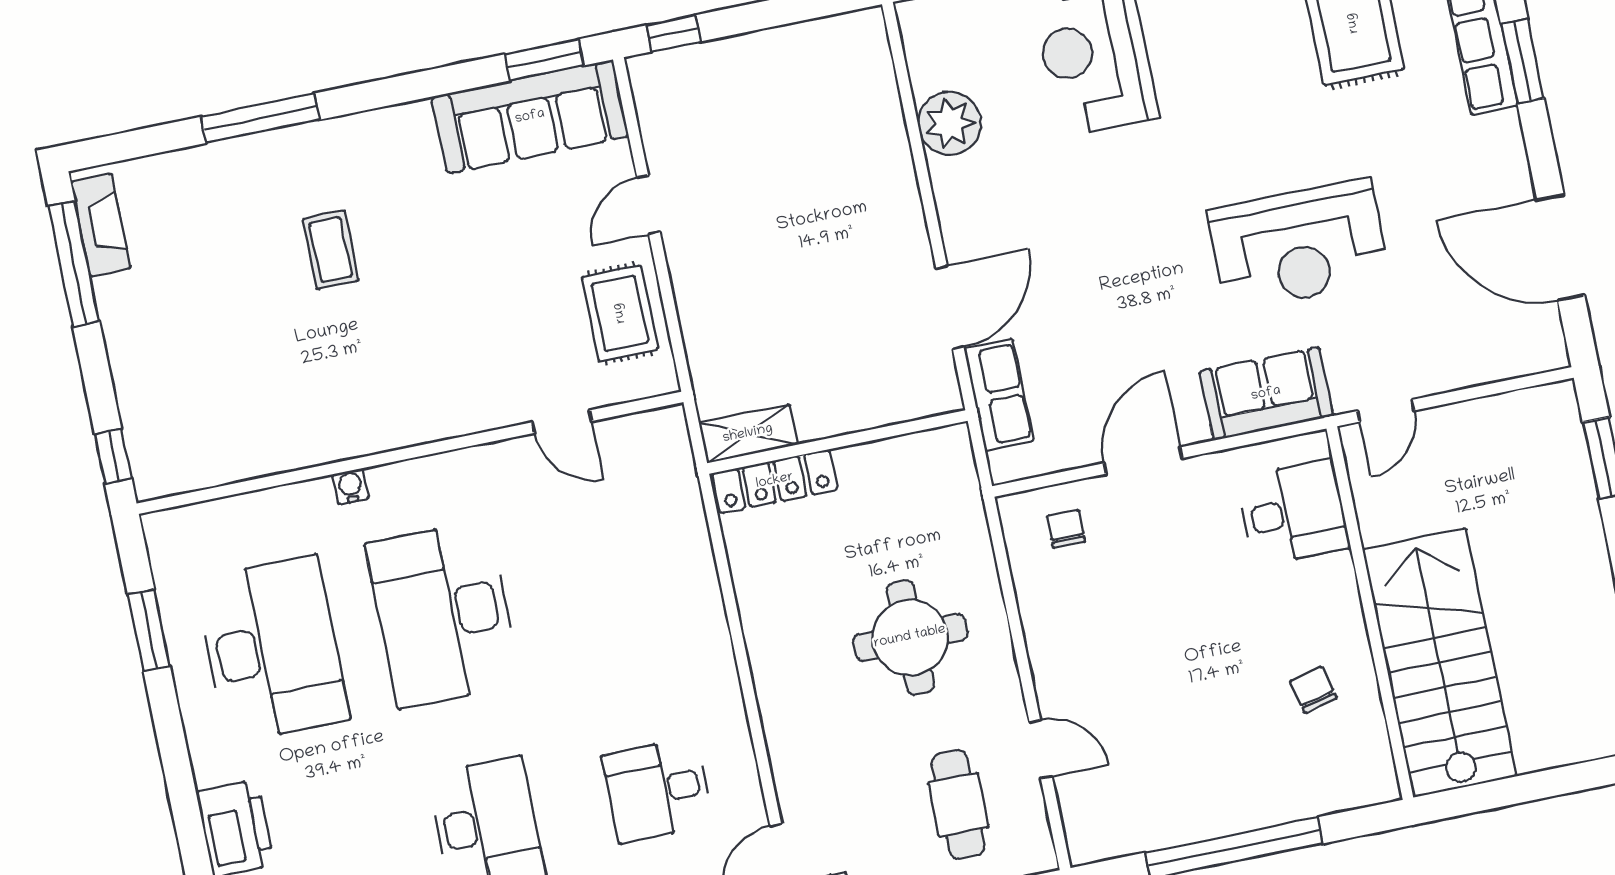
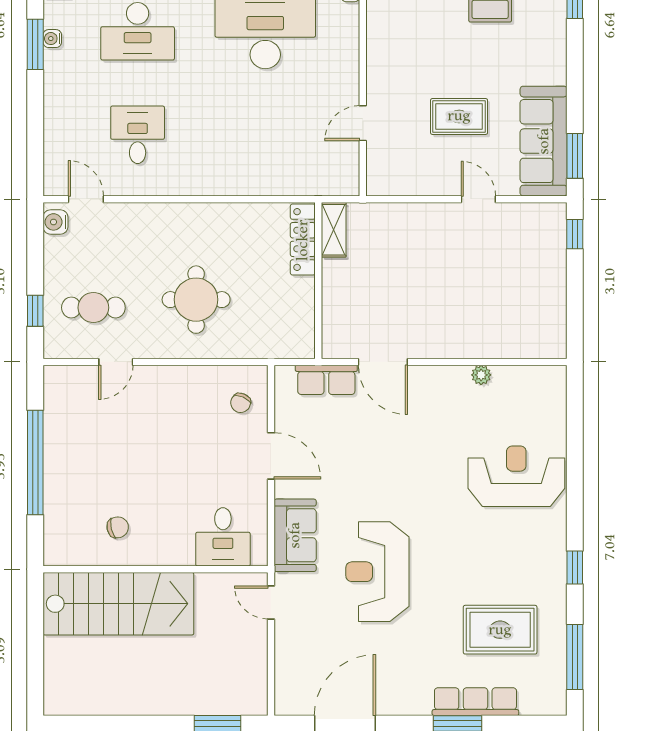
plant: (950, 123) -> (481, 375), width x0.53, depth x0.53
rug: (620, 313) -> (459, 116), moved
chair: (1066, 529) -> (241, 403), turned 114

